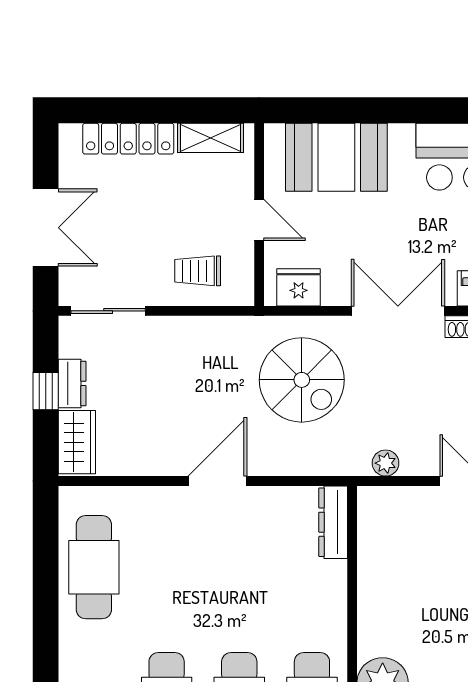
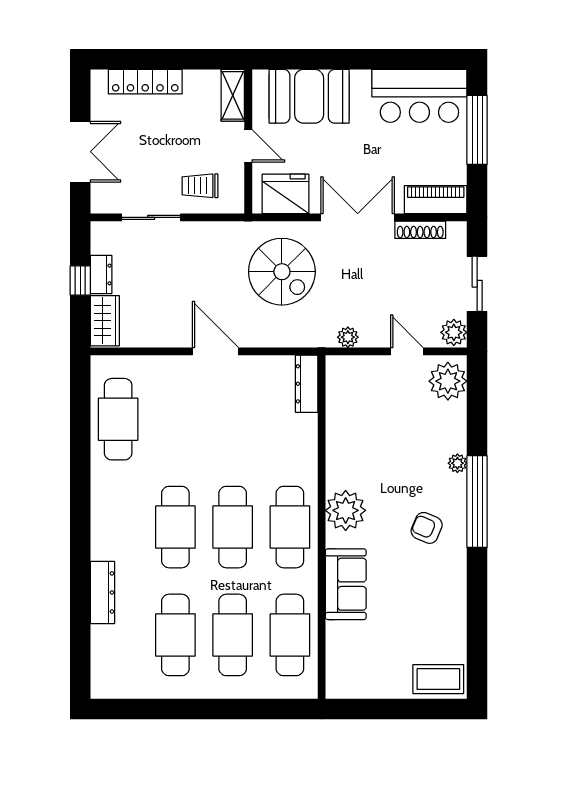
shelving: (211, 138) -> (233, 95), moved, turned 90
fridge: (299, 287) -> (286, 194), width x1.36, depth x1.34
sliding door: (108, 311) -> (151, 217), moved
door: (217, 481) -> (215, 351), hinge flipped

